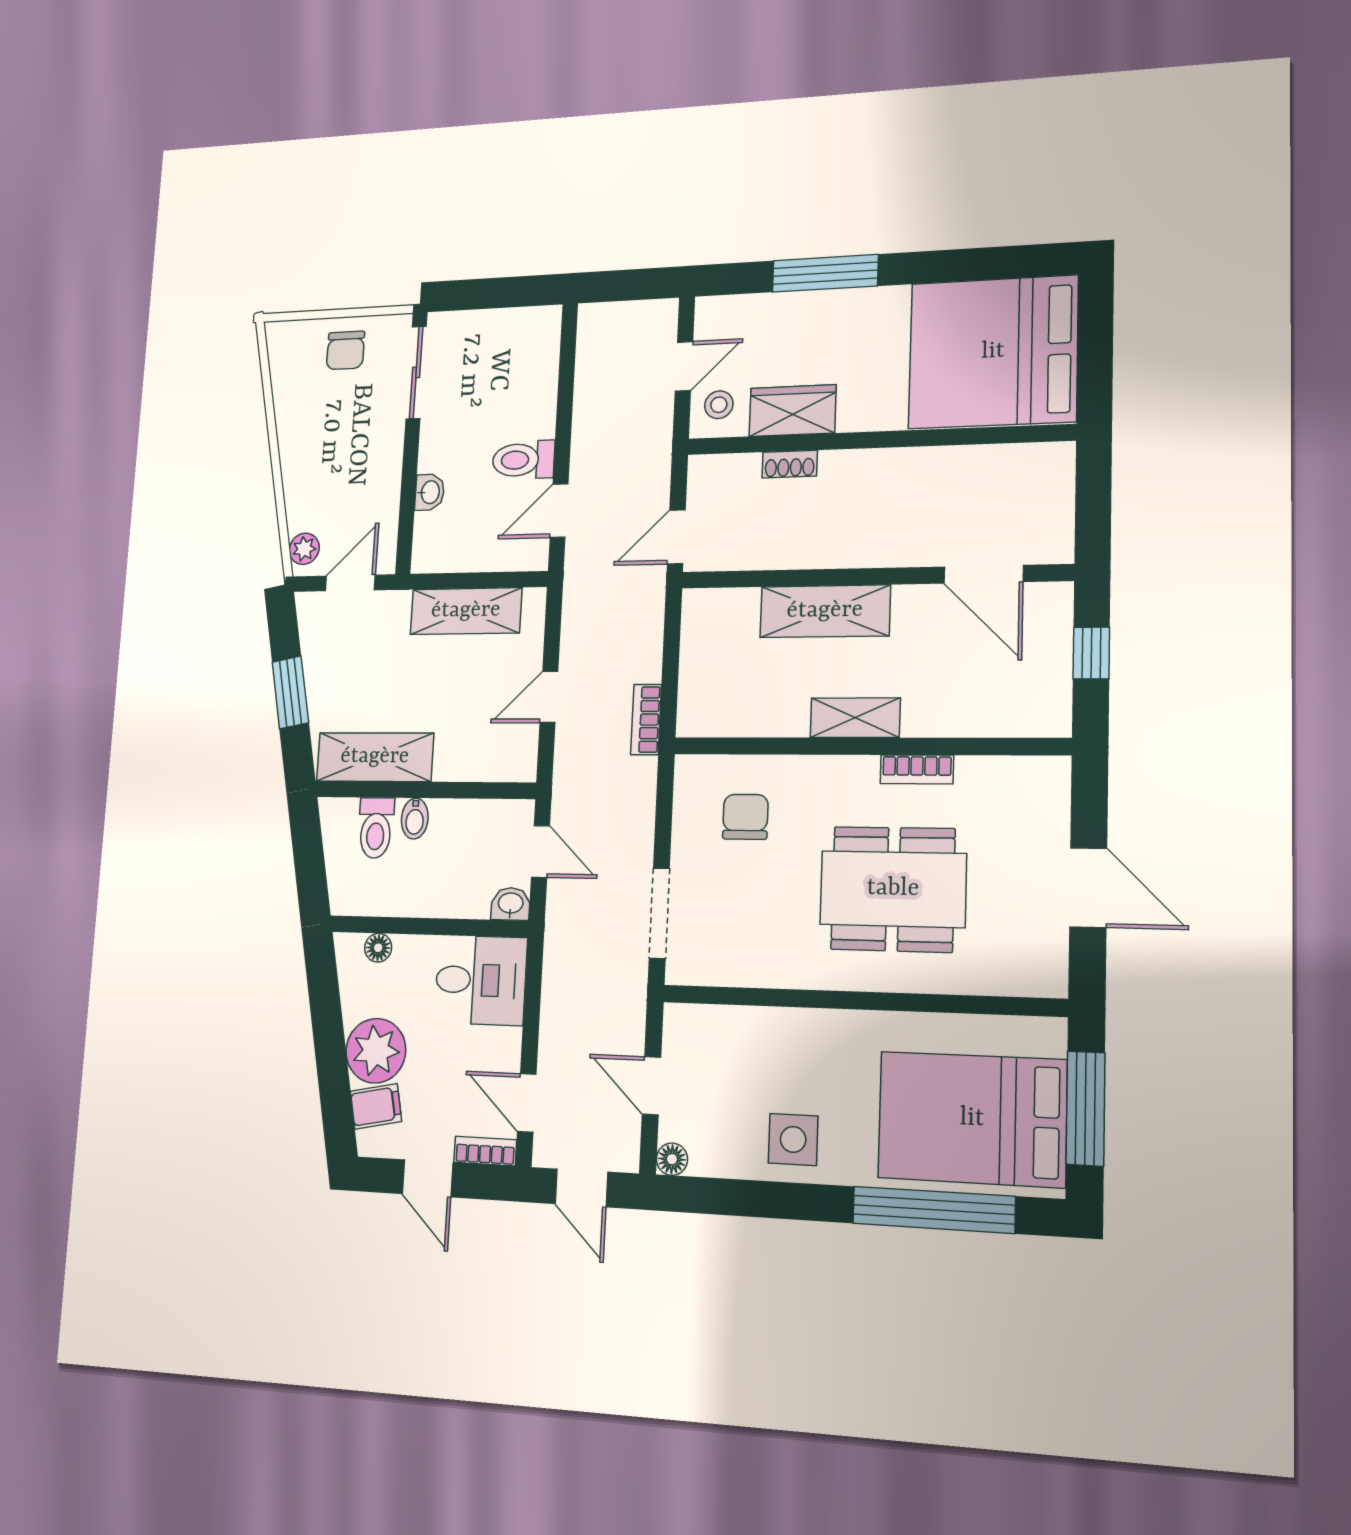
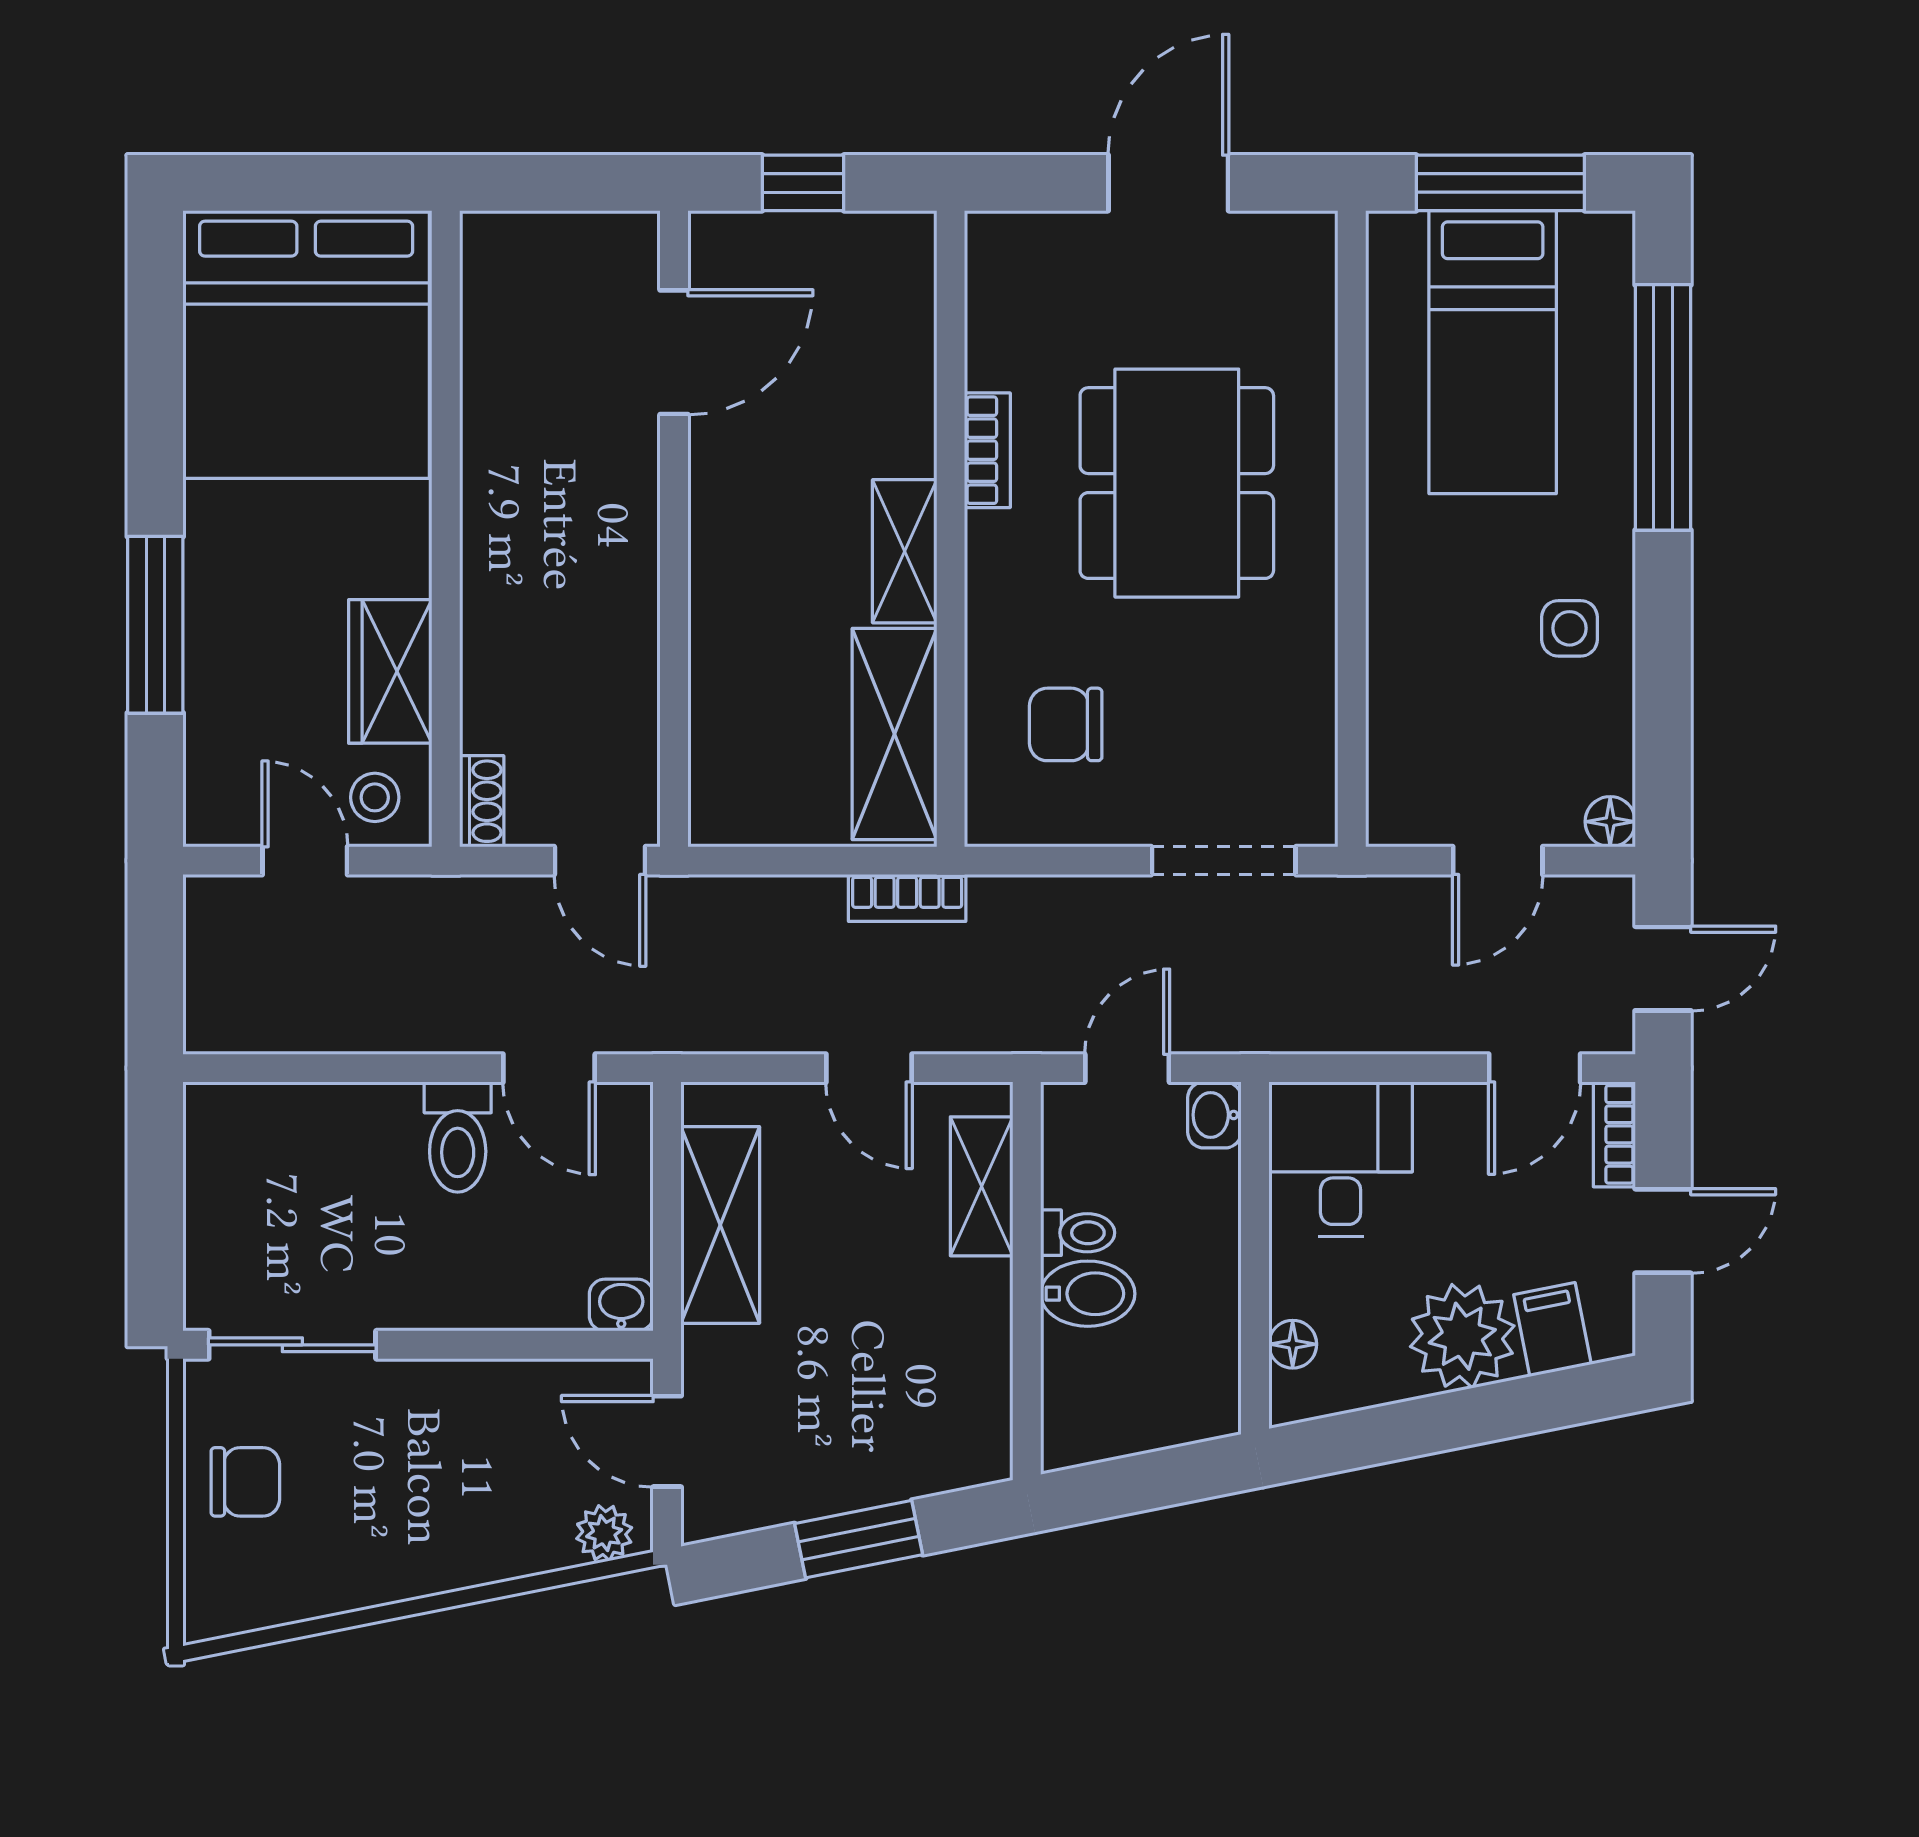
shoe rack: (790, 464) -> (482, 801), moved
washbasin: (430, 492) -> (621, 1305), moved
shelving: (825, 611) -> (895, 734), moved
shelving: (375, 757) -> (982, 1186), moved, width x0.67, depth x0.75
bidet: (415, 819) -> (1088, 1294), width x1.38, depth x1.36
toilet: (376, 828) -> (1078, 1233), moved, width x0.73, depth x0.72
bed: (972, 1119) -> (1493, 352), width x0.67
side table: (793, 1139) -> (1570, 628), width x0.73, depth x0.73

